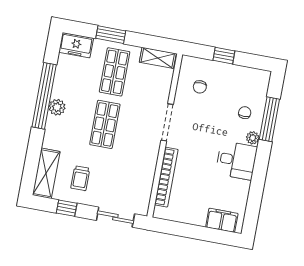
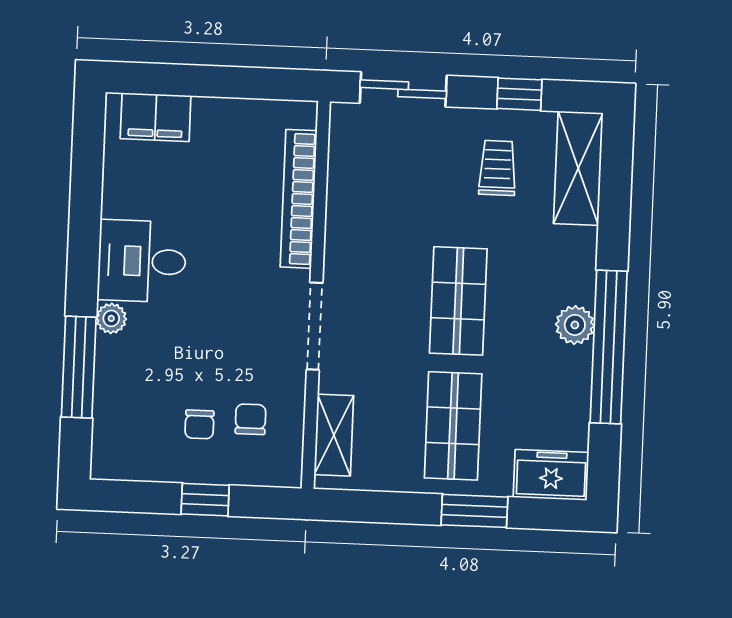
shelving: (158, 58) -> (334, 435), moved, turned 90
chair: (245, 113) -> (199, 424), moved

